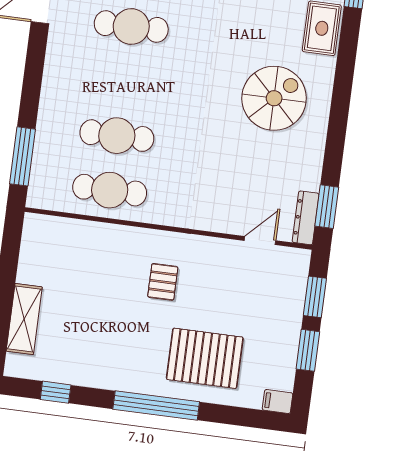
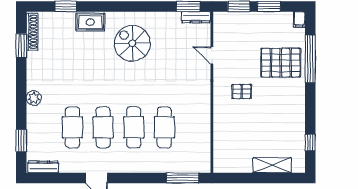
cafe table: (110, 190) -> (134, 127), moved
door: (260, 241) -> (212, 55), moved
pallet: (205, 358) -> (281, 63), turned 90
window: (156, 405) -> (310, 59), moved

